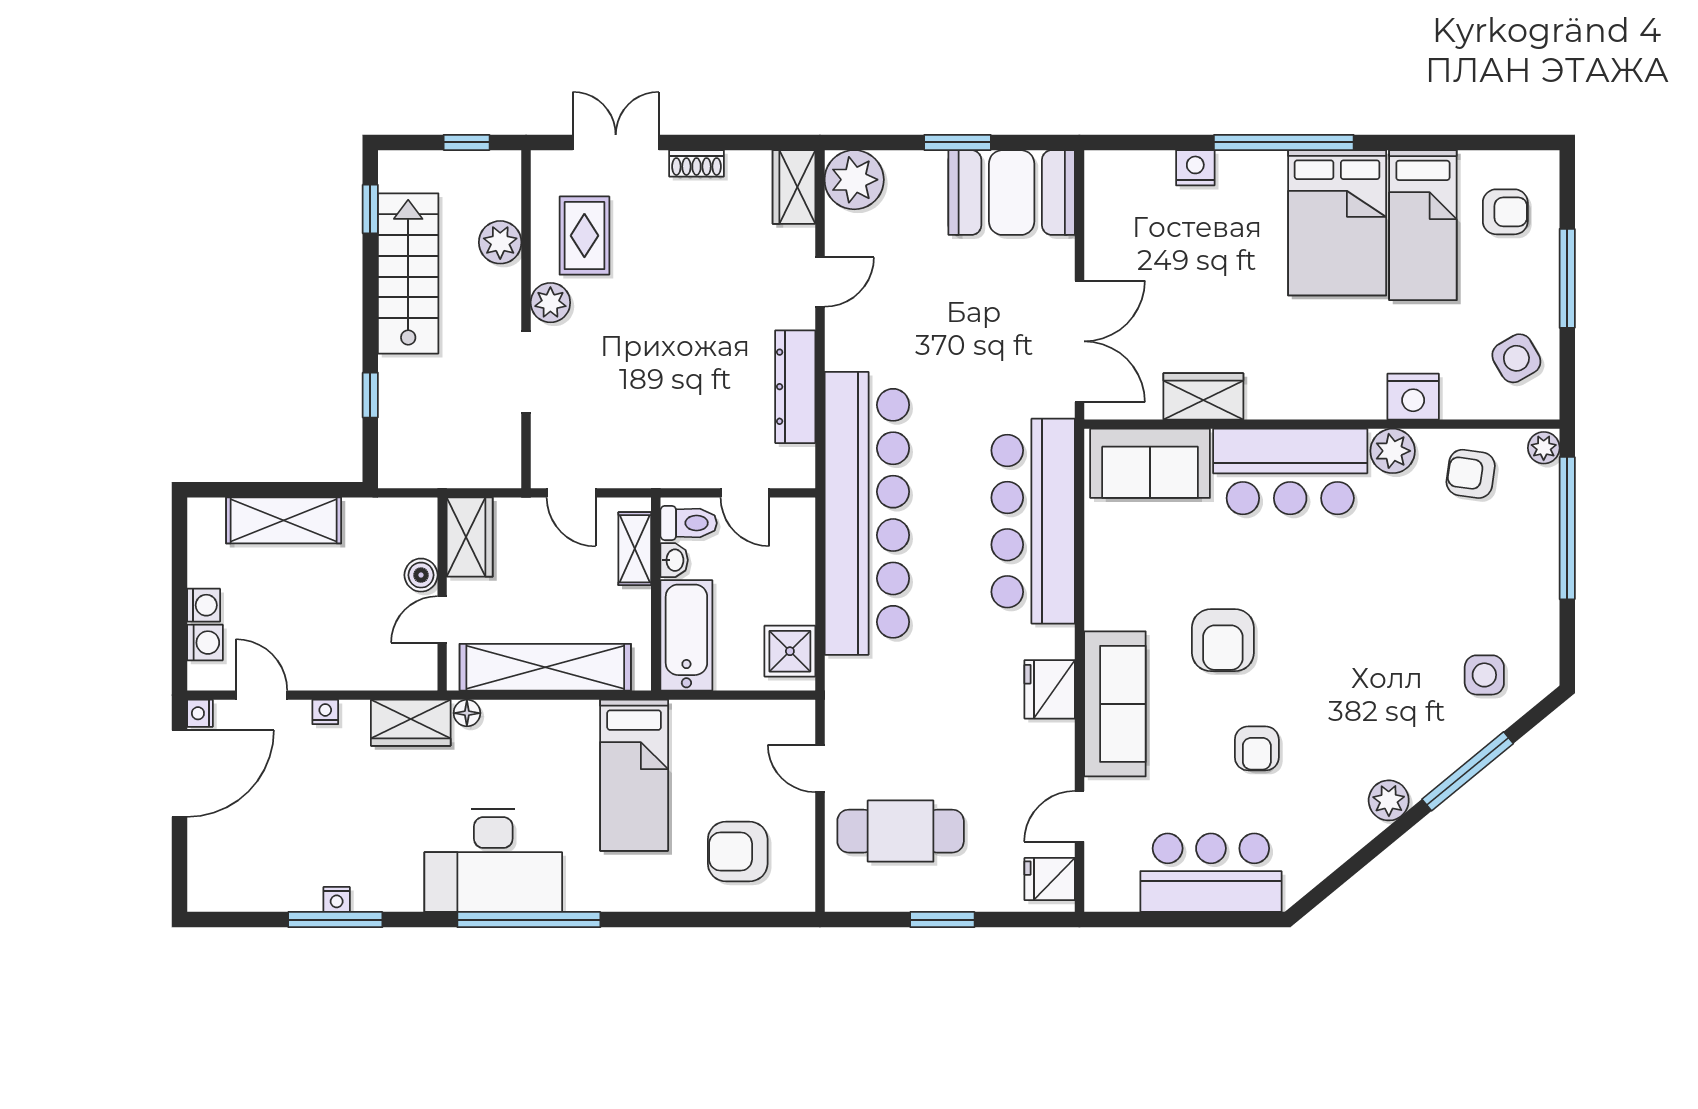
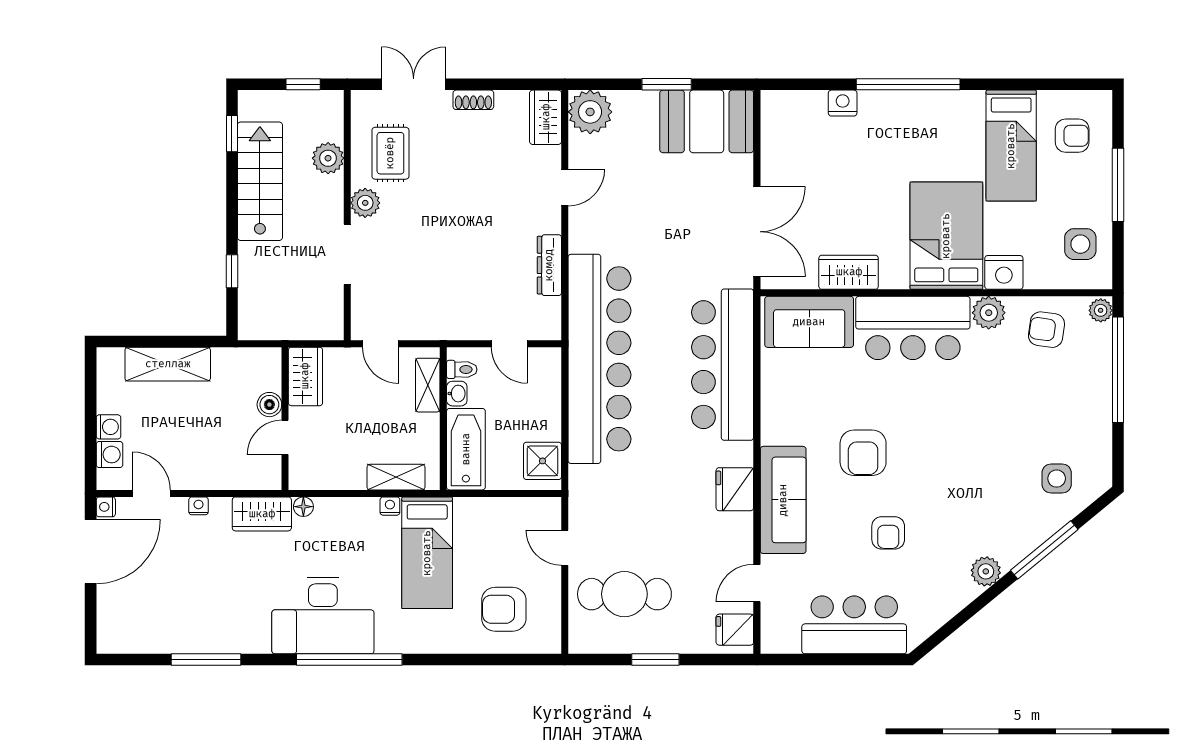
bed: (1337, 223) -> (946, 236), moved, turned 180
side table: (1516, 358) -> (1080, 244), turned 30
dresser: (795, 387) -> (549, 265), width x0.73, depth x0.80
toilet: (689, 523) -> (462, 369), width x0.73, depth x0.72
shelving: (545, 667) -> (396, 477), width x0.45, depth x0.75
nightstand: (337, 899) -> (390, 506), moved, turned 180

